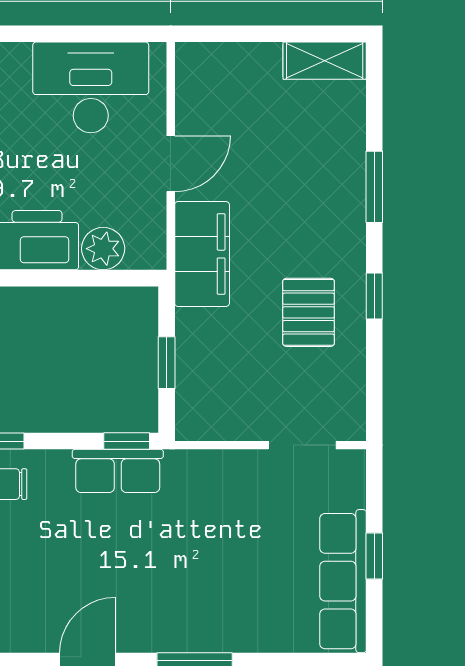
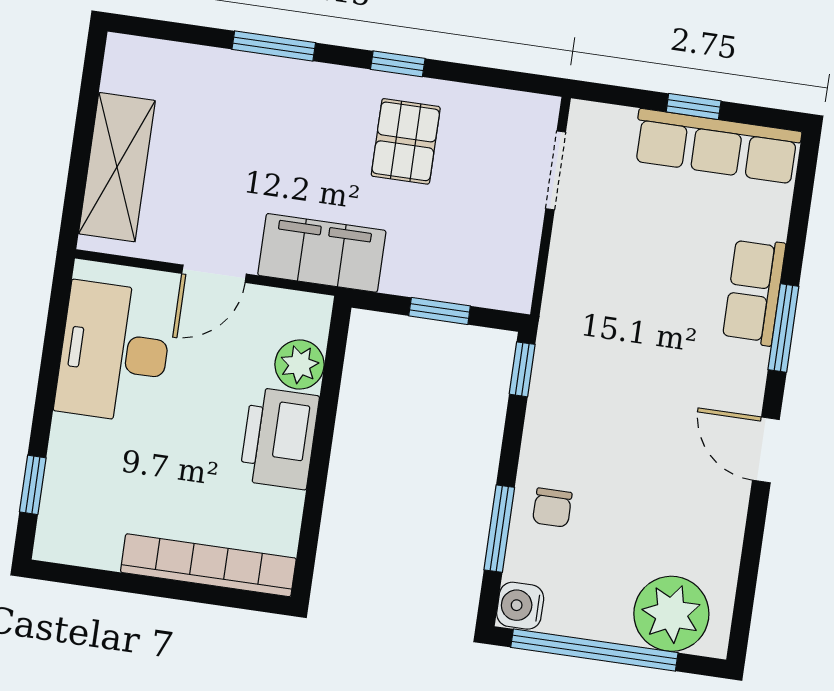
shelving: (325, 61) -> (117, 167), moved, width x1.50, depth x1.33
door: (171, 164) -> (214, 274), swing flipped
pallet: (309, 312) -> (406, 141), turned 90
row of seats: (118, 471) -> (754, 291), moved, turned 180

